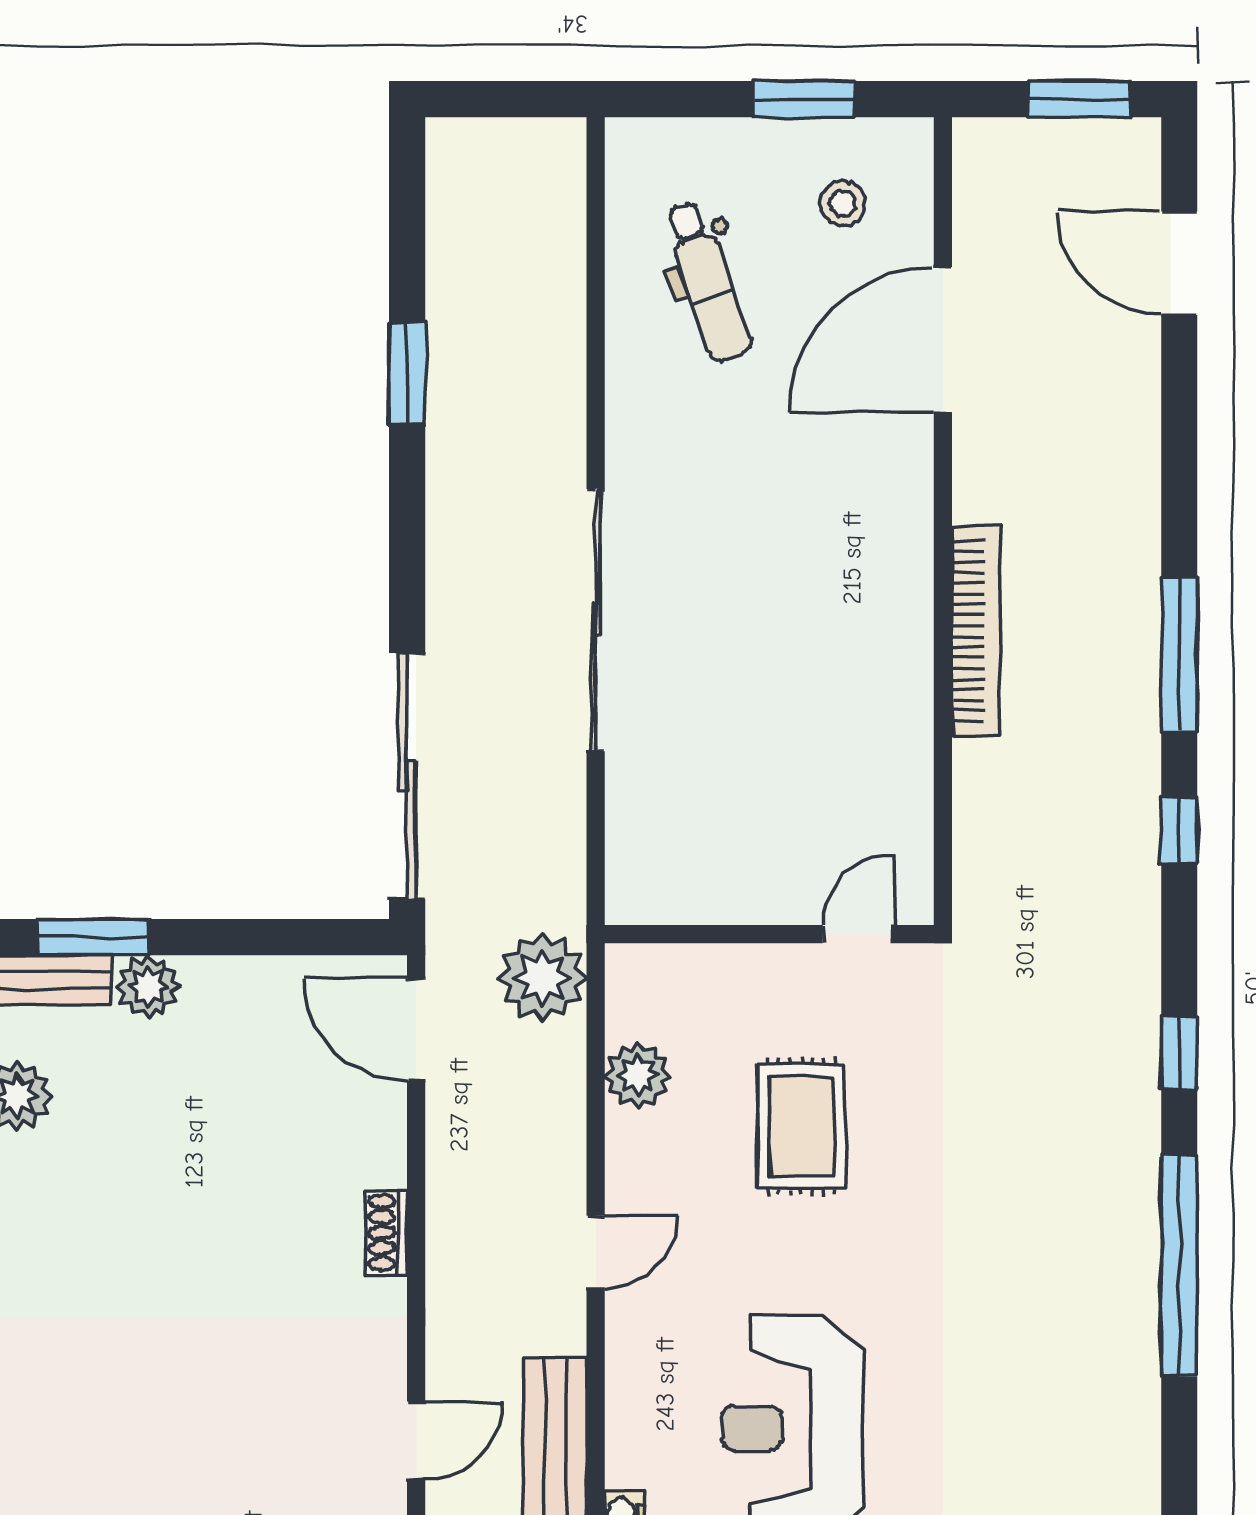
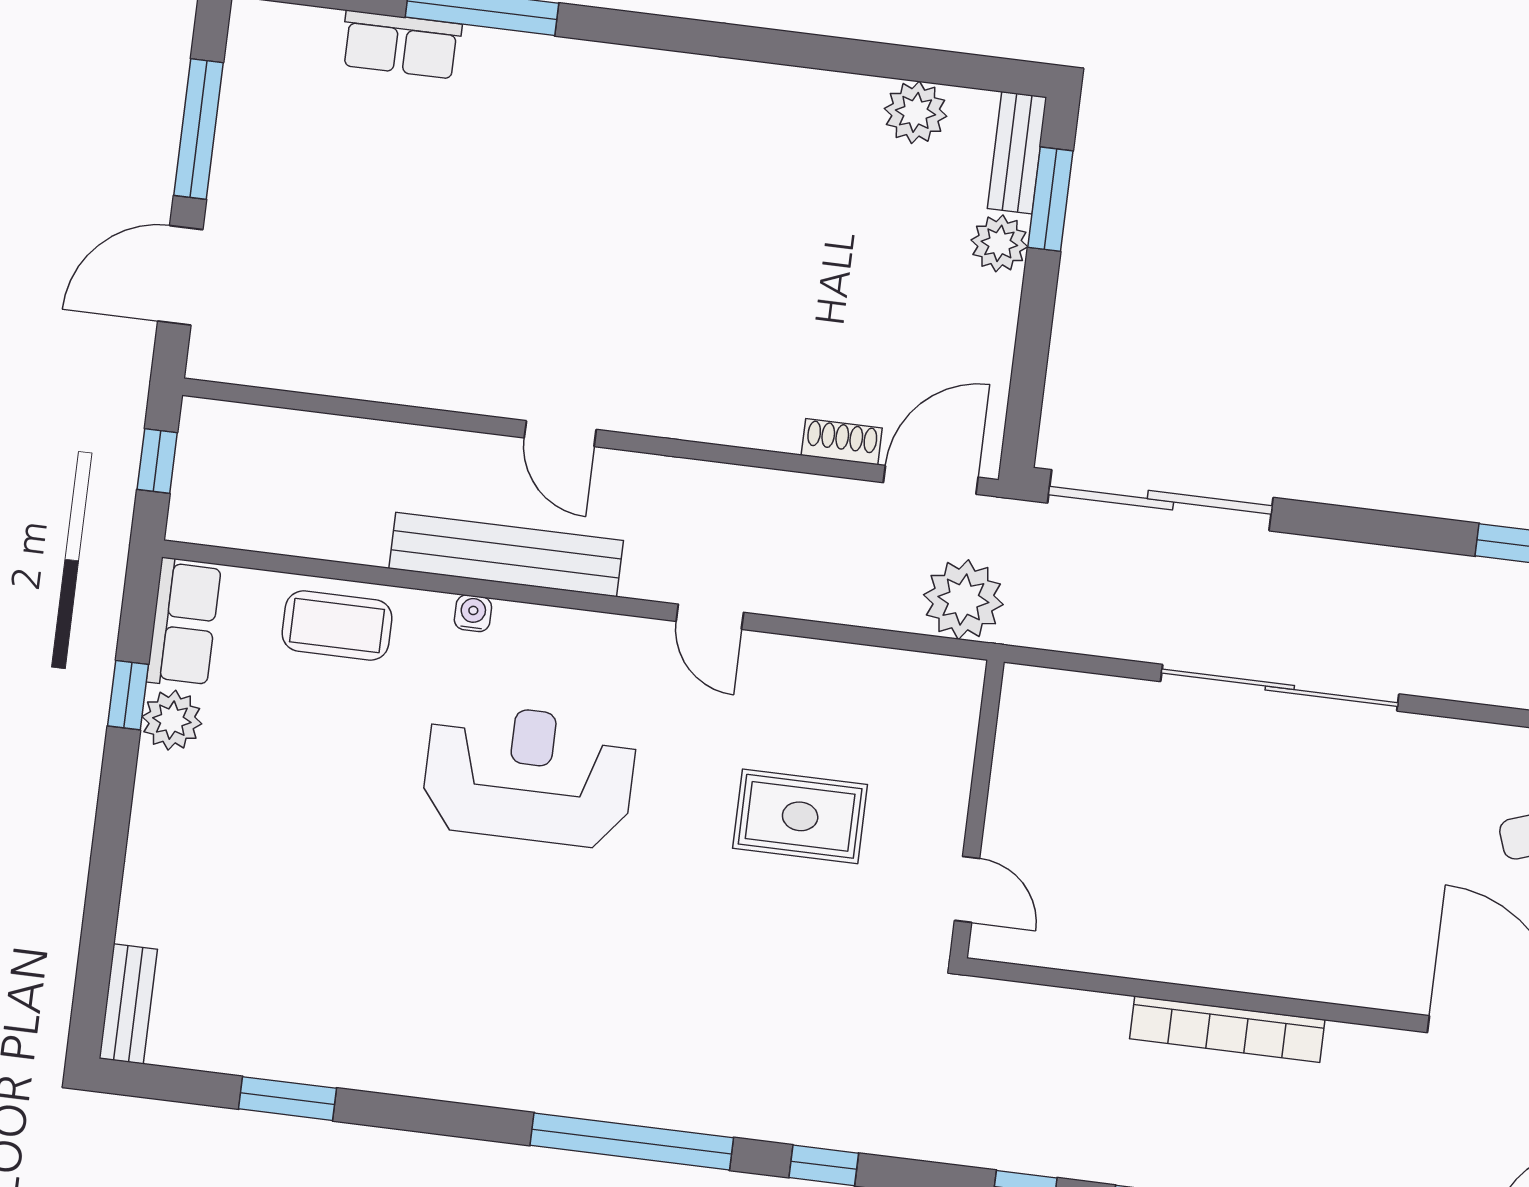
plant: (638, 1076) -> (864, 674), removed
shoe rack: (387, 1232) -> (842, 442), moved

